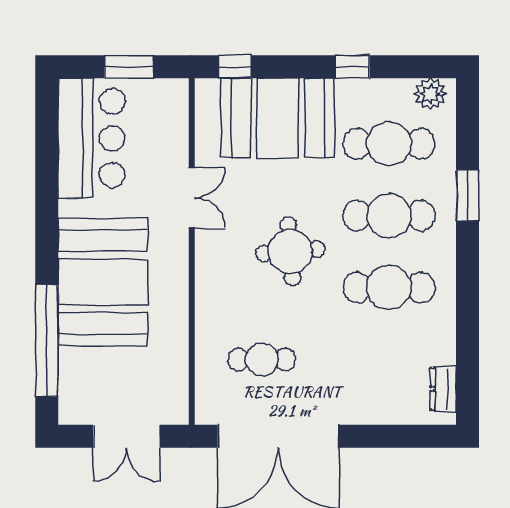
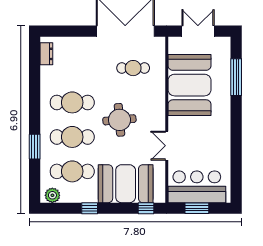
bar counter: (91, 138) -> (197, 187), moved, turned 90
booth: (103, 282) -> (189, 85), moved
window: (47, 341) -> (236, 77), width x0.68

